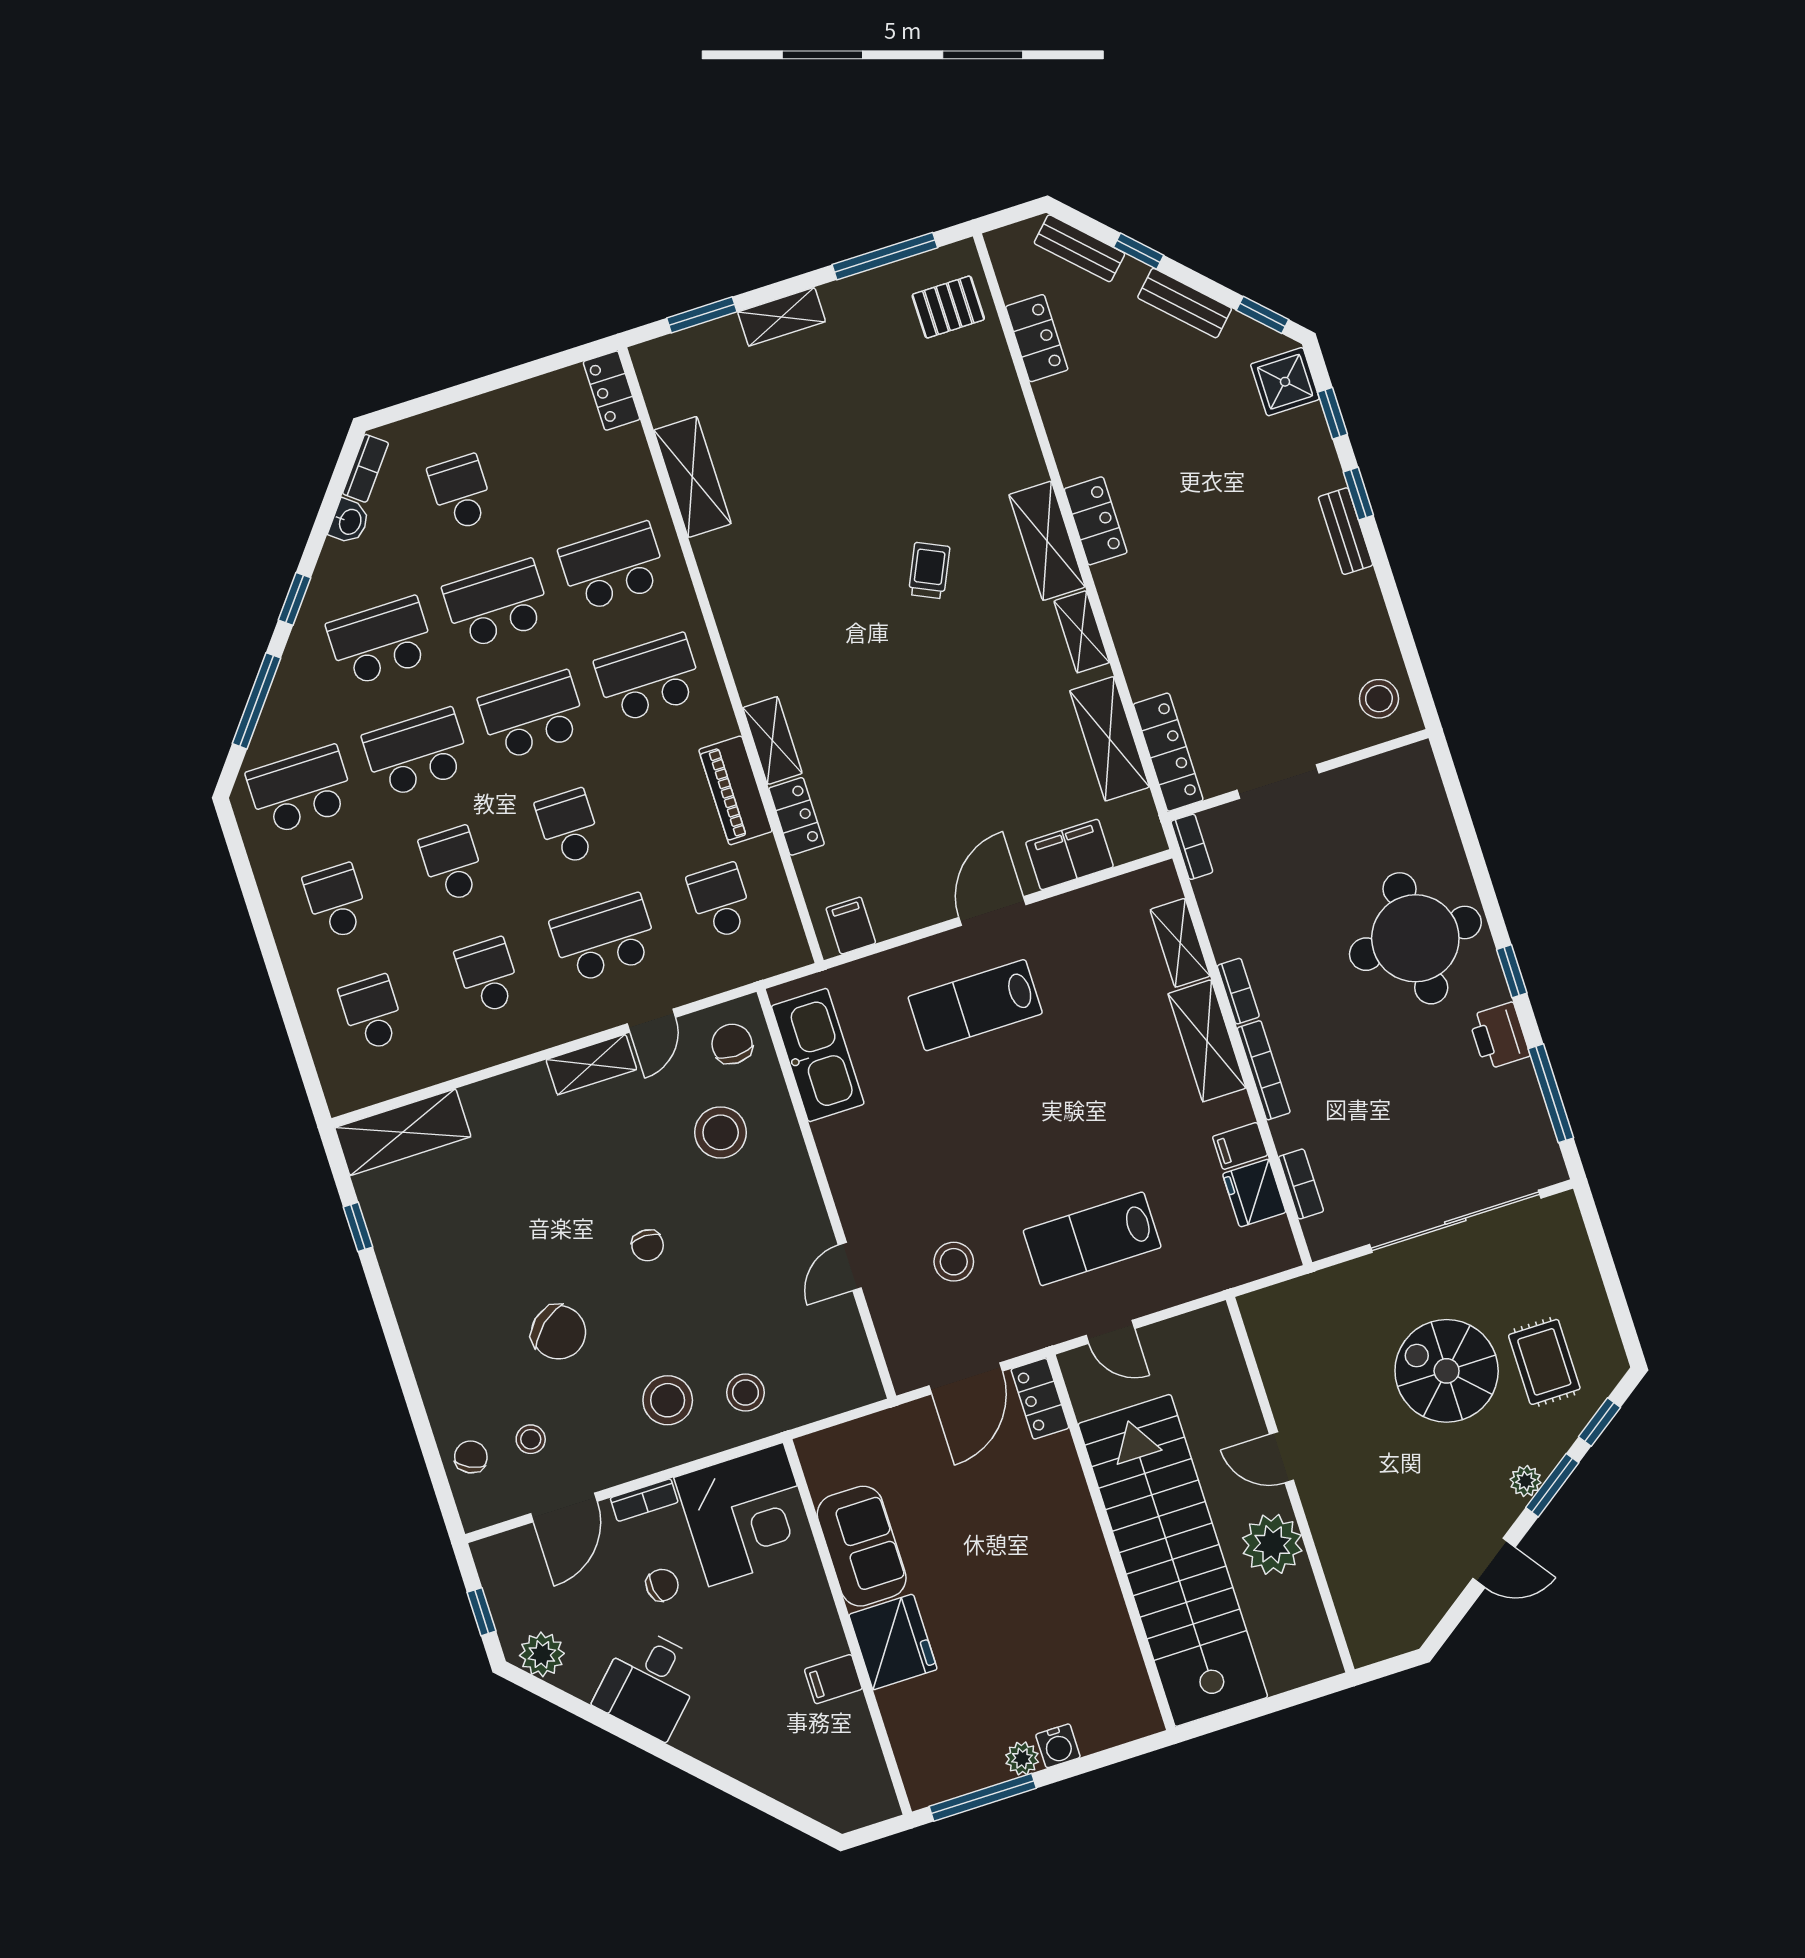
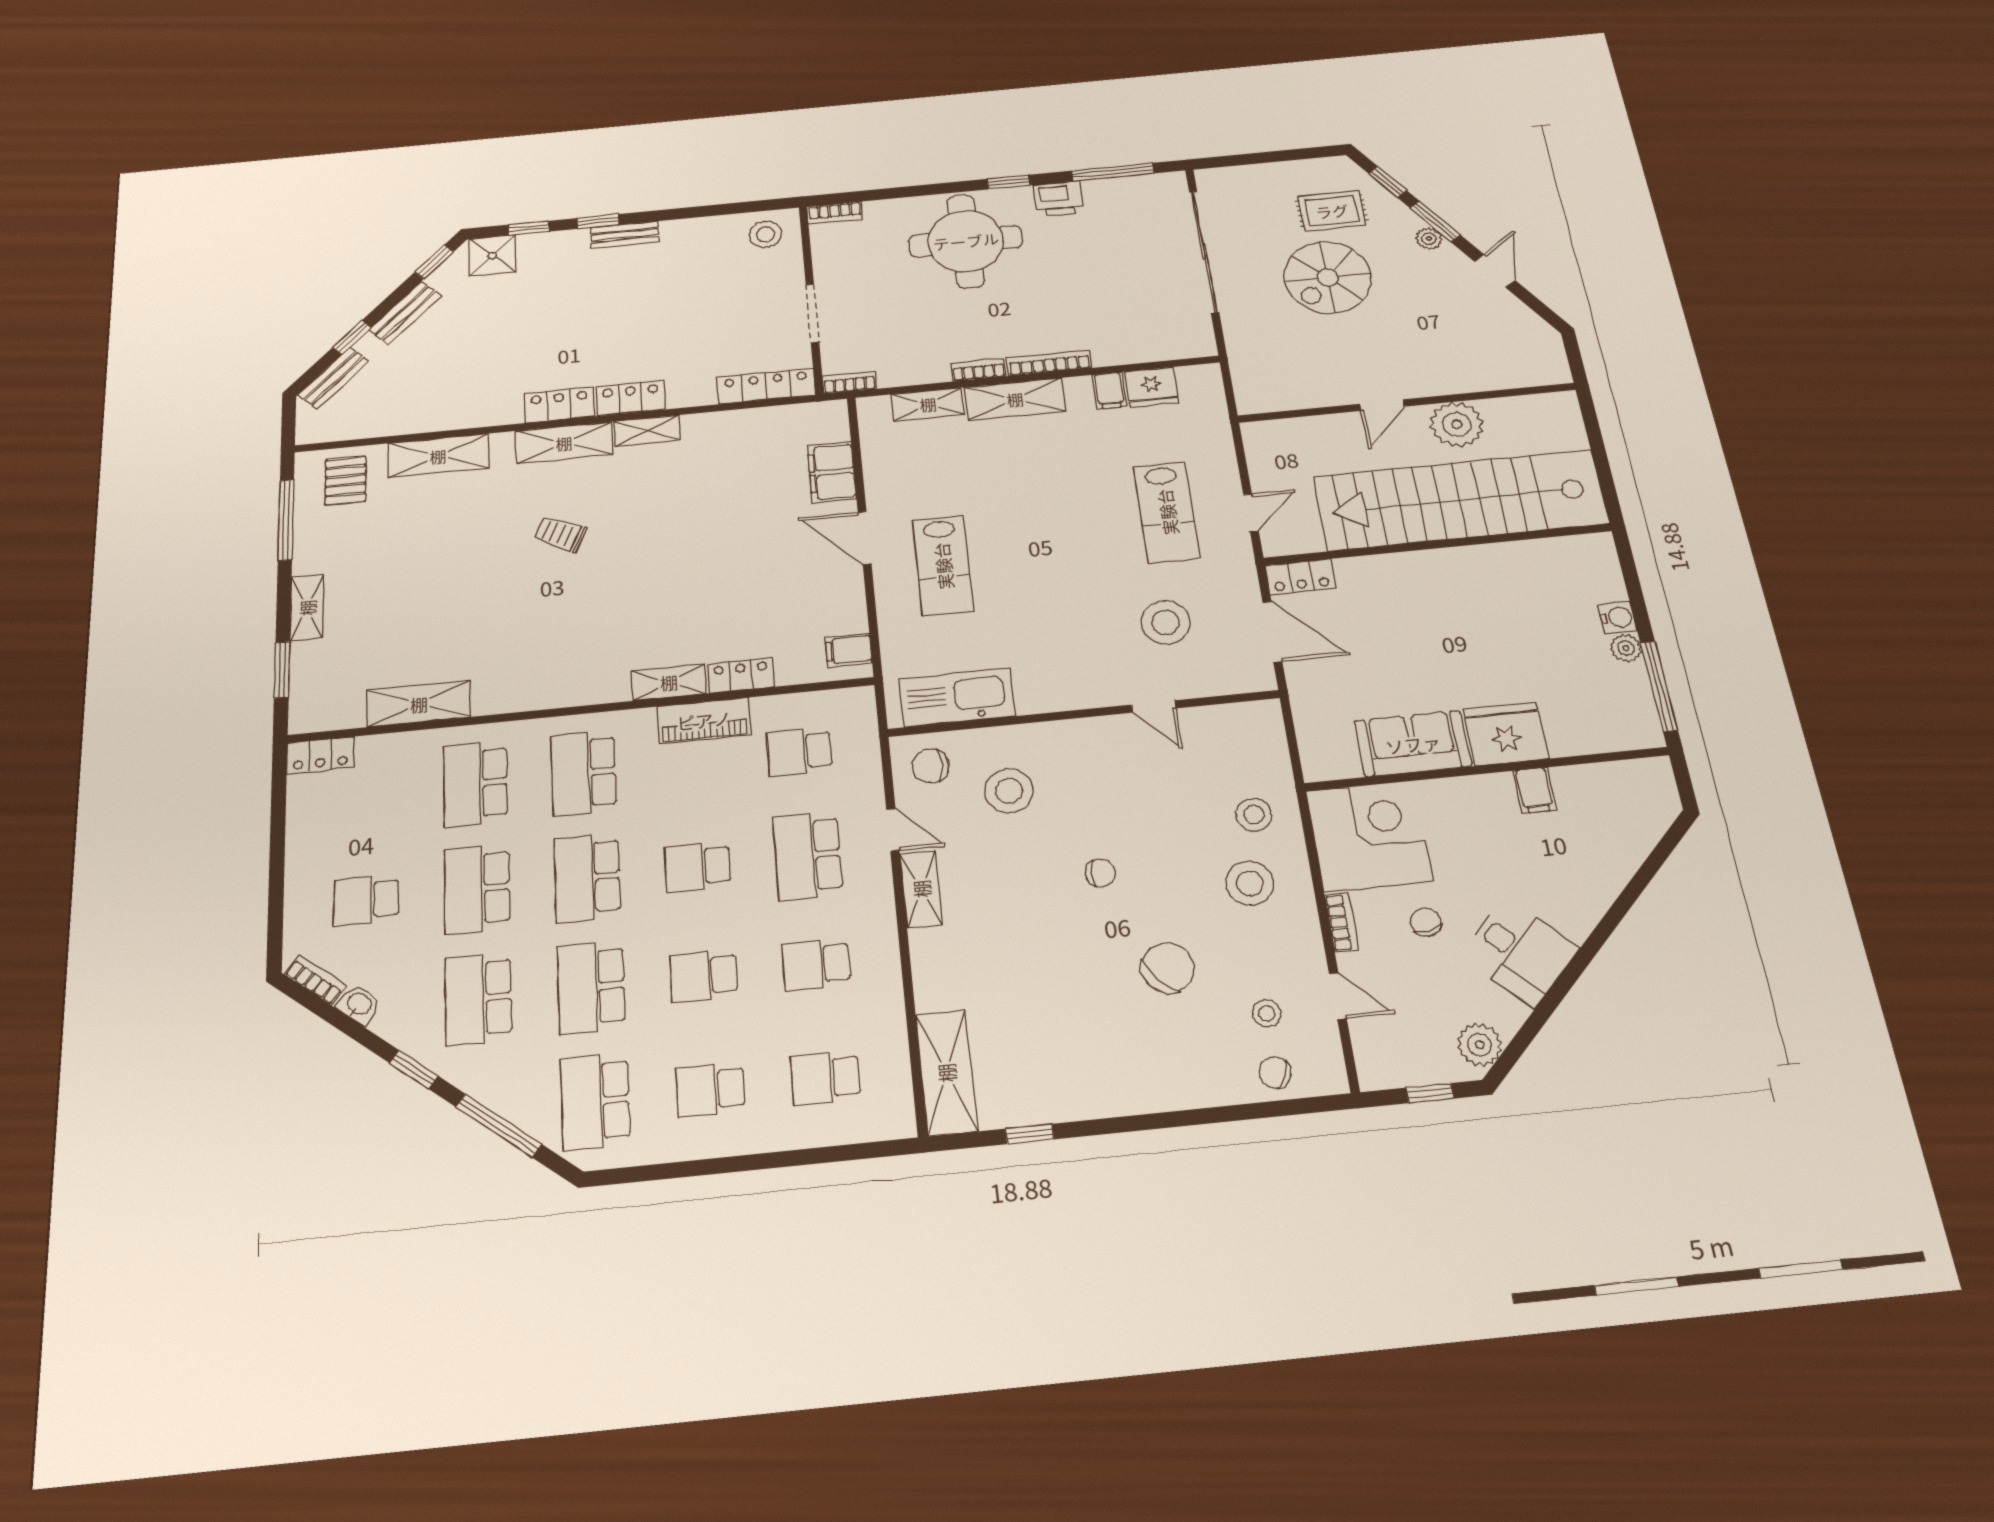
locker: (1037, 338) -> (631, 398), moved
shelving: (1110, 739) -> (438, 456), moved
bookcase: (1301, 1184) -> (835, 213), moved, turned 180
stool: (954, 1262) -> (1166, 622), width x1.38, depth x1.38
door: (564, 1507) -> (1338, 996), width x0.73

